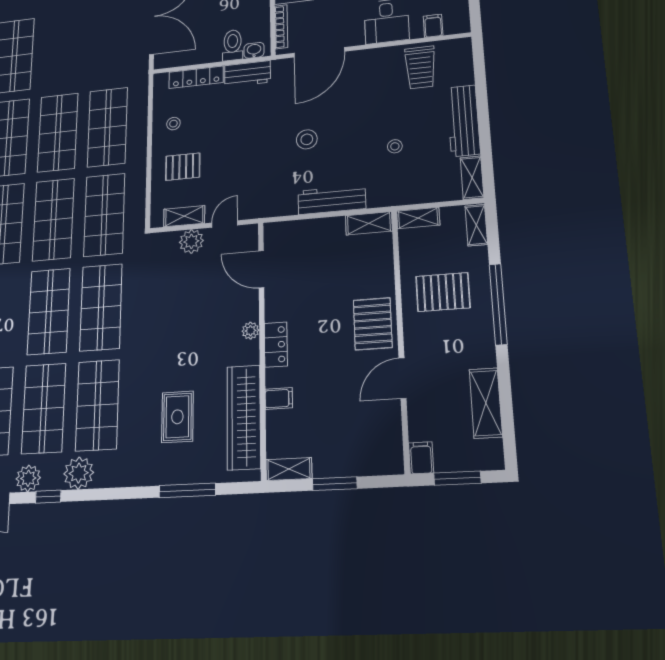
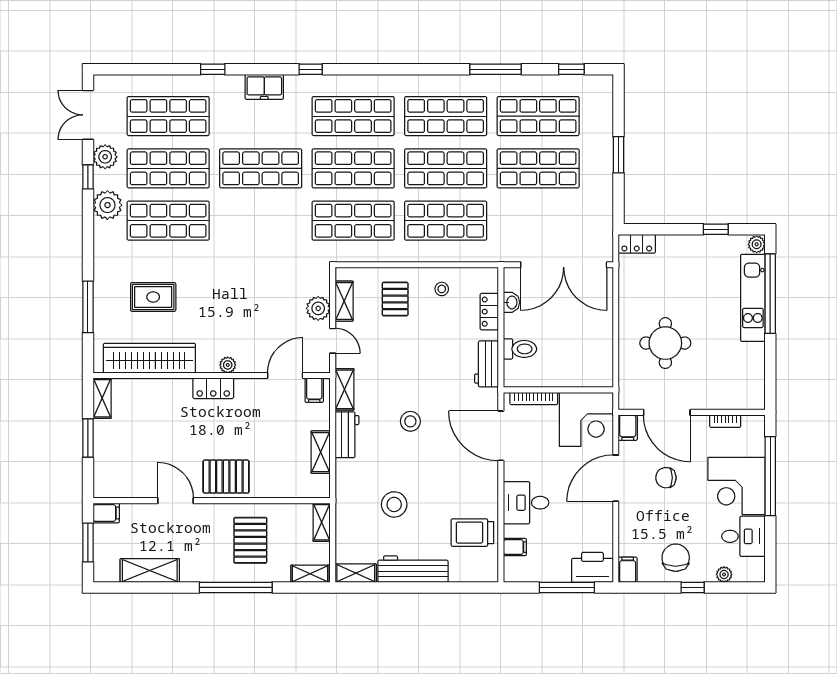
washbasin: (254, 50) -> (511, 302), moved
locker: (196, 77) -> (489, 312), width x0.66
stool: (395, 146) -> (394, 504), width x1.89, depth x1.89
workbench: (332, 200) -> (347, 435), width x0.73
shelving: (275, 207) -> (344, 389), added
shelving: (369, 223) -> (321, 452), moved
shop shelf: (101, 307) -> (538, 168), moved
filing cabinet: (279, 398) -> (314, 390), moved

